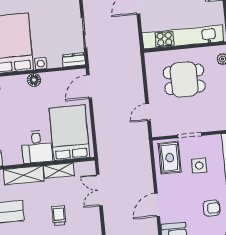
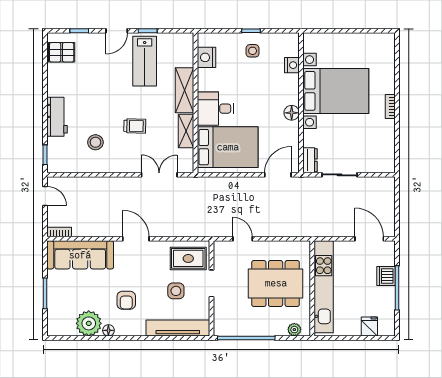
dining table: (184, 79) -> (276, 283), width x1.38
door: (89, 87) -> (278, 175), hinge flipped

